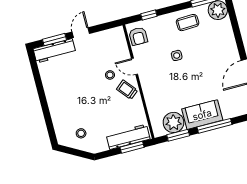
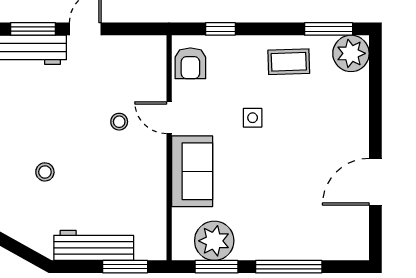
trolley: (127, 90) -> (144, 157), removed
sofa: (202, 115) -> (192, 171), moved, turned 90
stool: (81, 133) -> (45, 172), moved
workbench: (128, 137) -> (94, 245), moved

